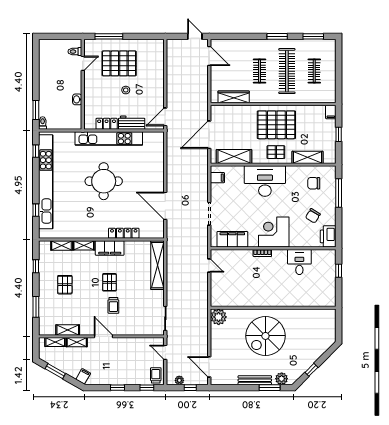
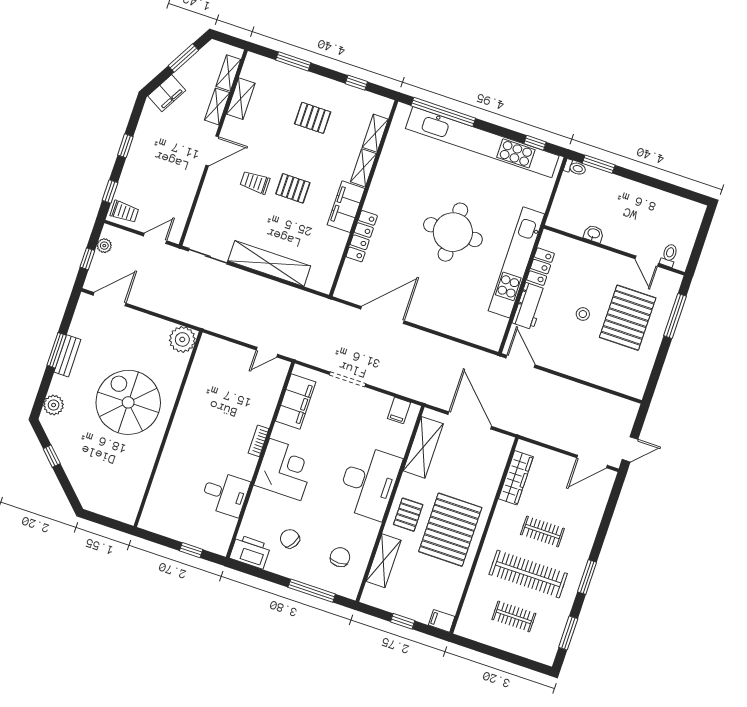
window: (36, 210) -> (443, 112), width x3.17
shelving: (158, 265) -> (269, 263), moved
filing cabinet: (83, 376) -> (167, 93), width x2.00
bench: (255, 380) -> (67, 356), width x0.73
window: (270, 388) -> (57, 350), moved

